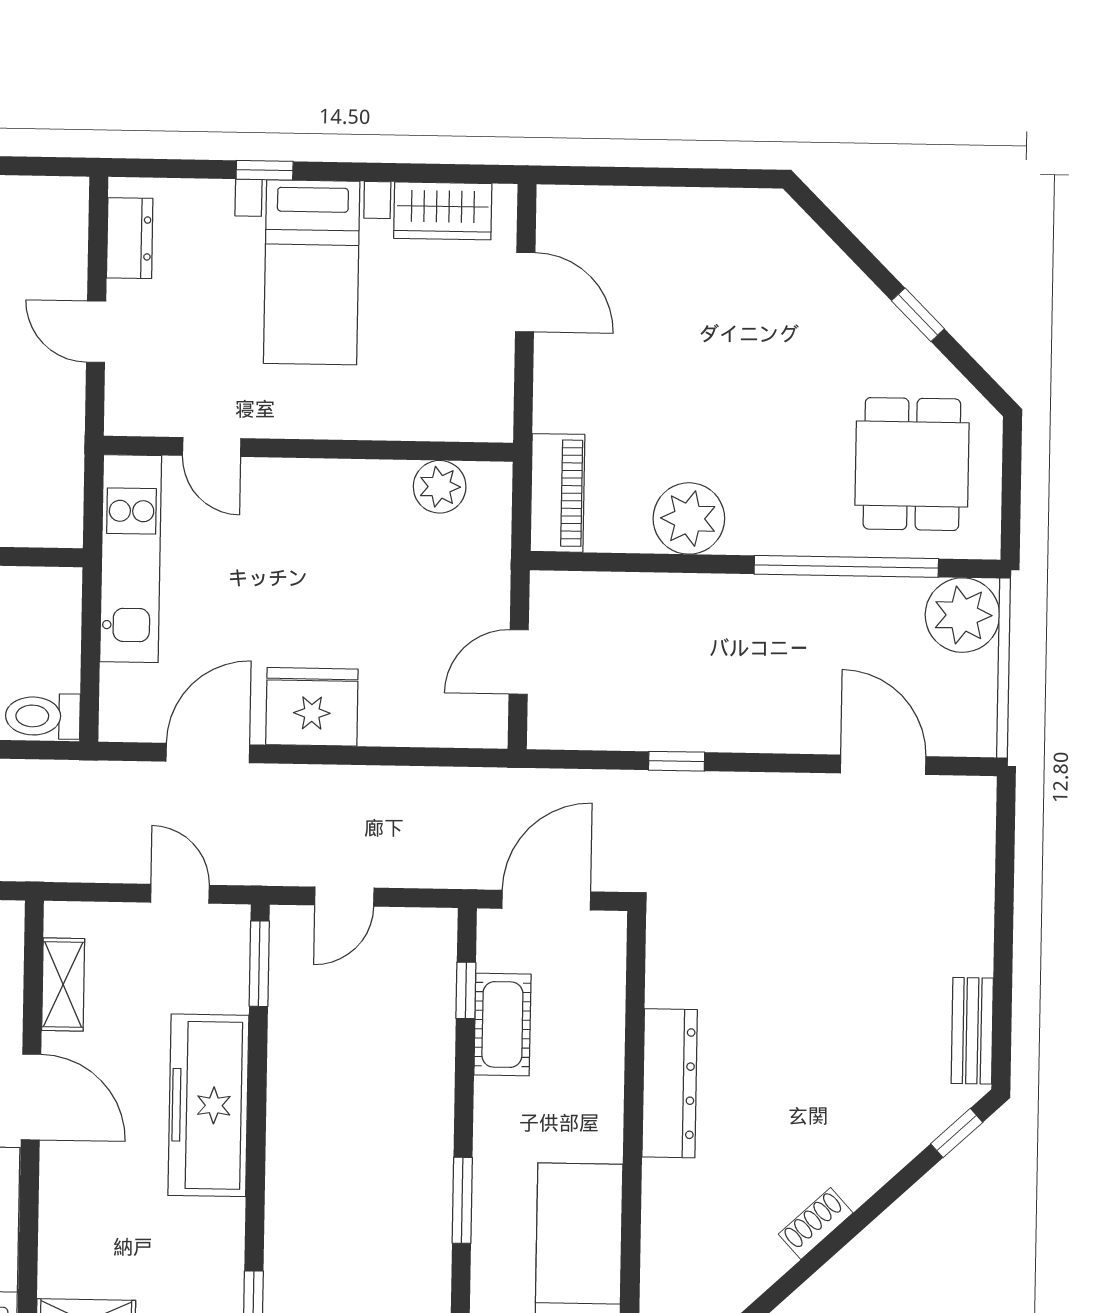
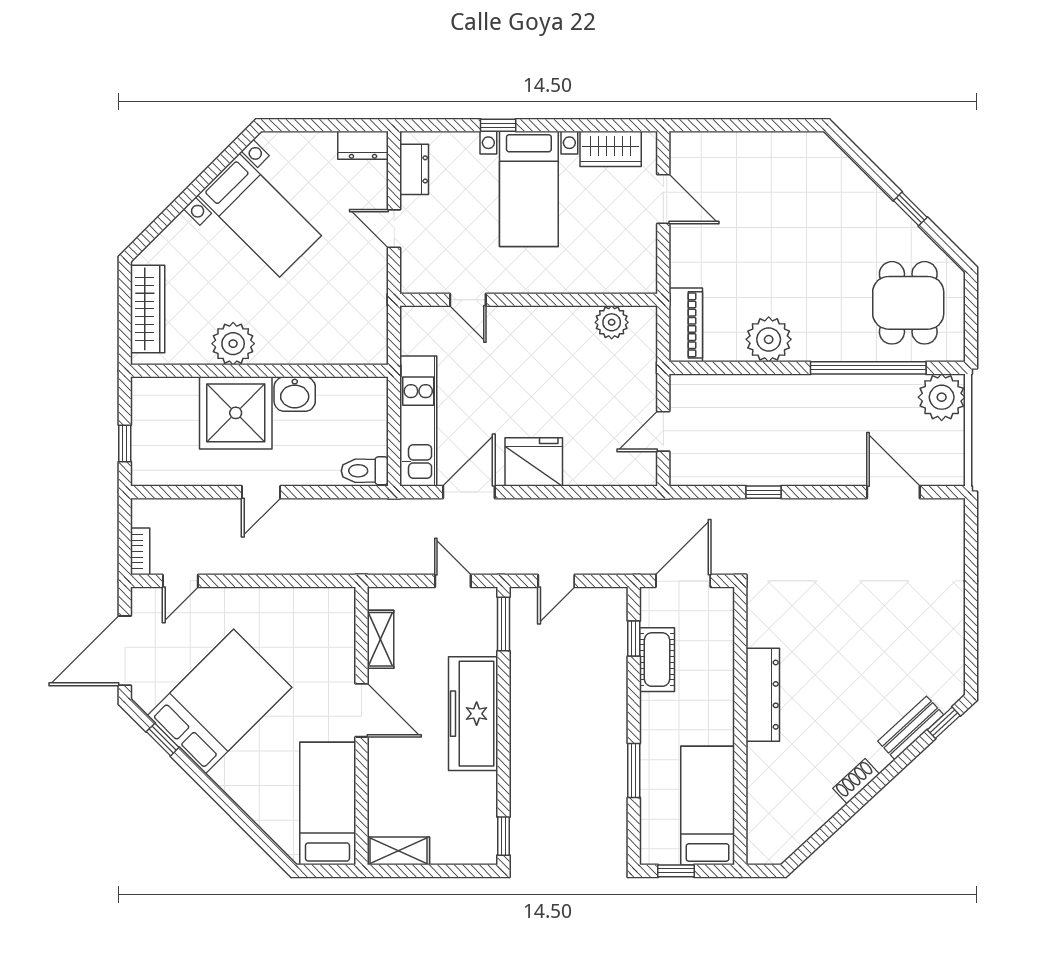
dresser: (49, 198) -> (363, 145), added
kitchen unit: (131, 559) -> (418, 421), moved
bench: (972, 1031) -> (911, 728), moved, turned 47

